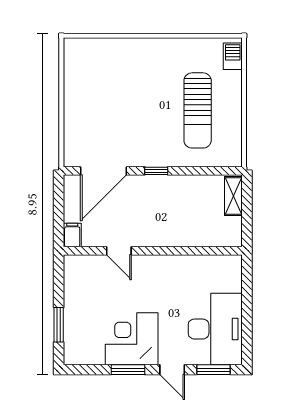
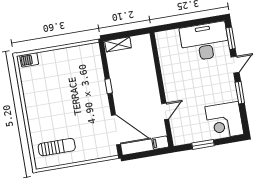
sun lounger: (198, 110) -> (57, 147), moved, width x0.73, depth x0.75
window: (156, 171) -> (109, 86), moved
window: (59, 325) -> (203, 144), moved
corner desk: (132, 339) -> (224, 121), moved

